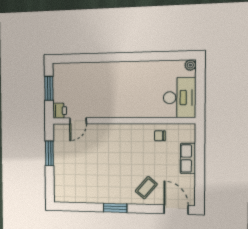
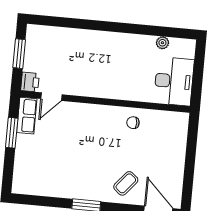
plant: (190, 65) -> (162, 43), moved
chair: (160, 136) -> (133, 123), moved
row of seats: (188, 158) -> (27, 116), moved, turned 180

